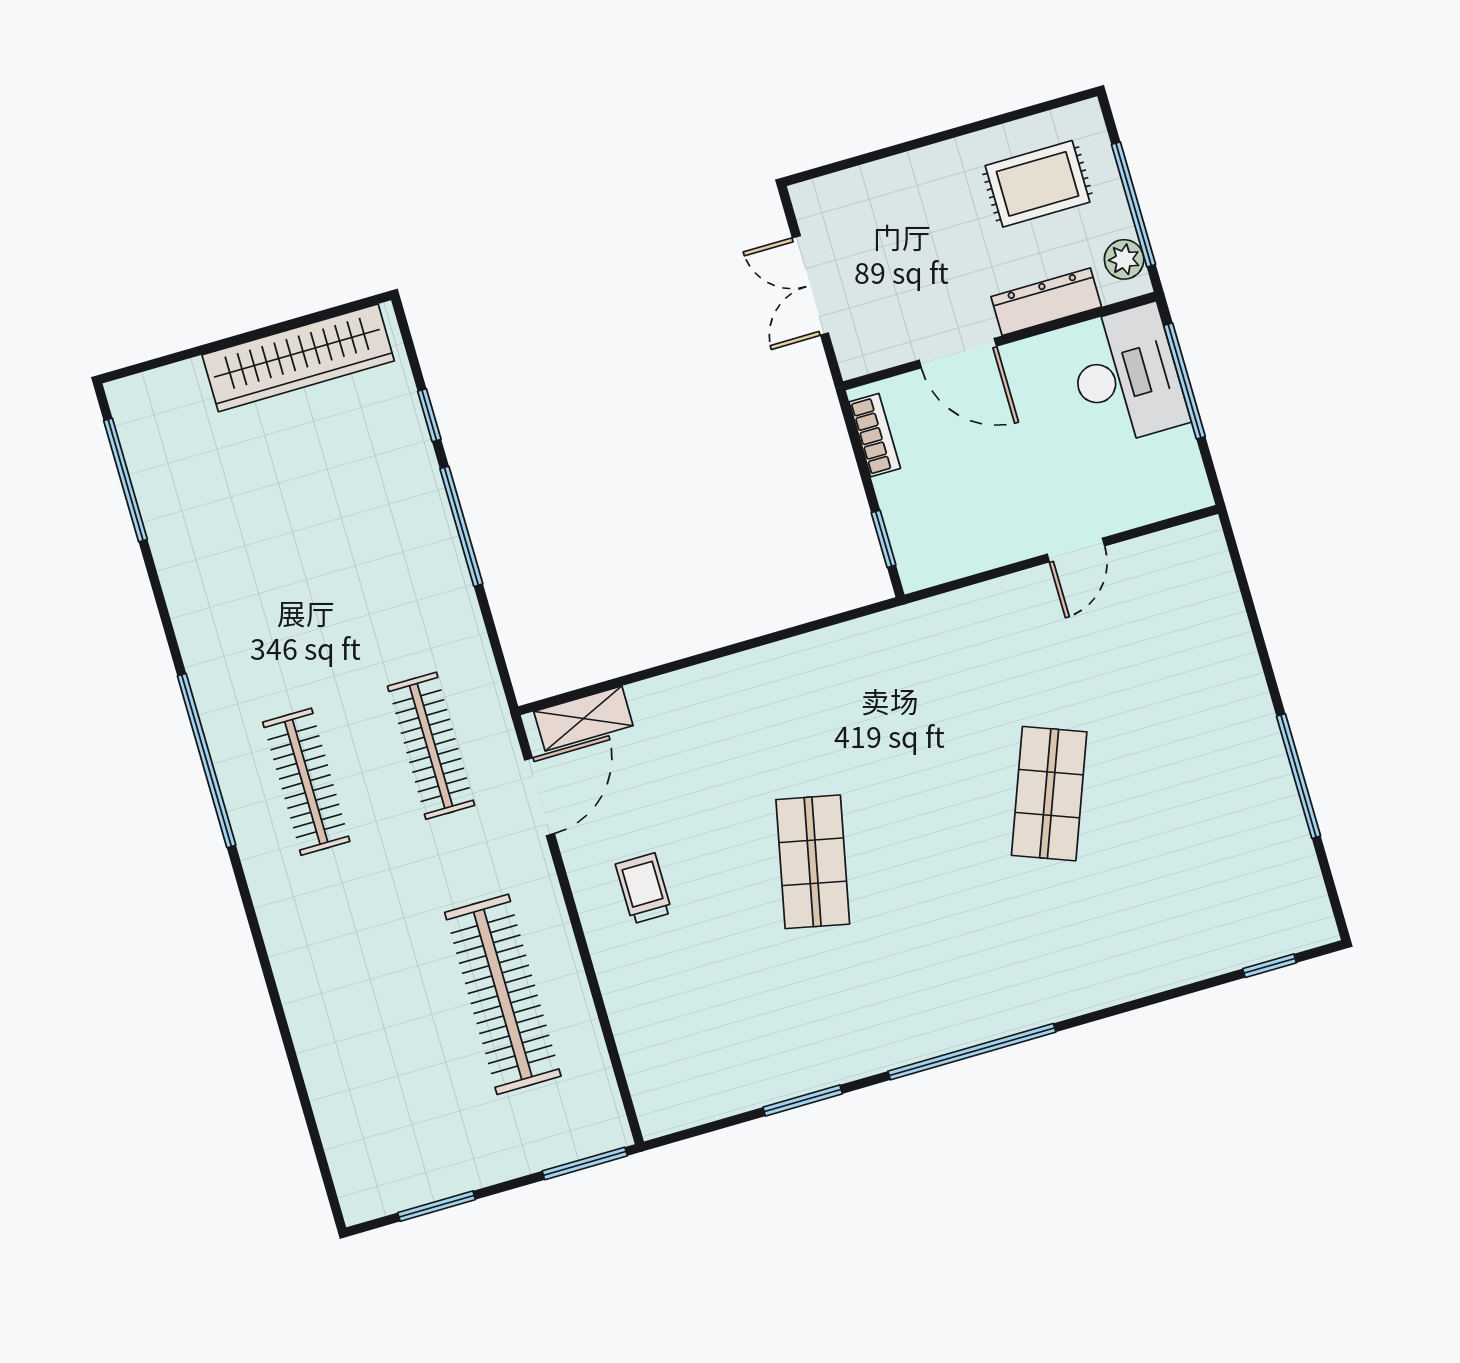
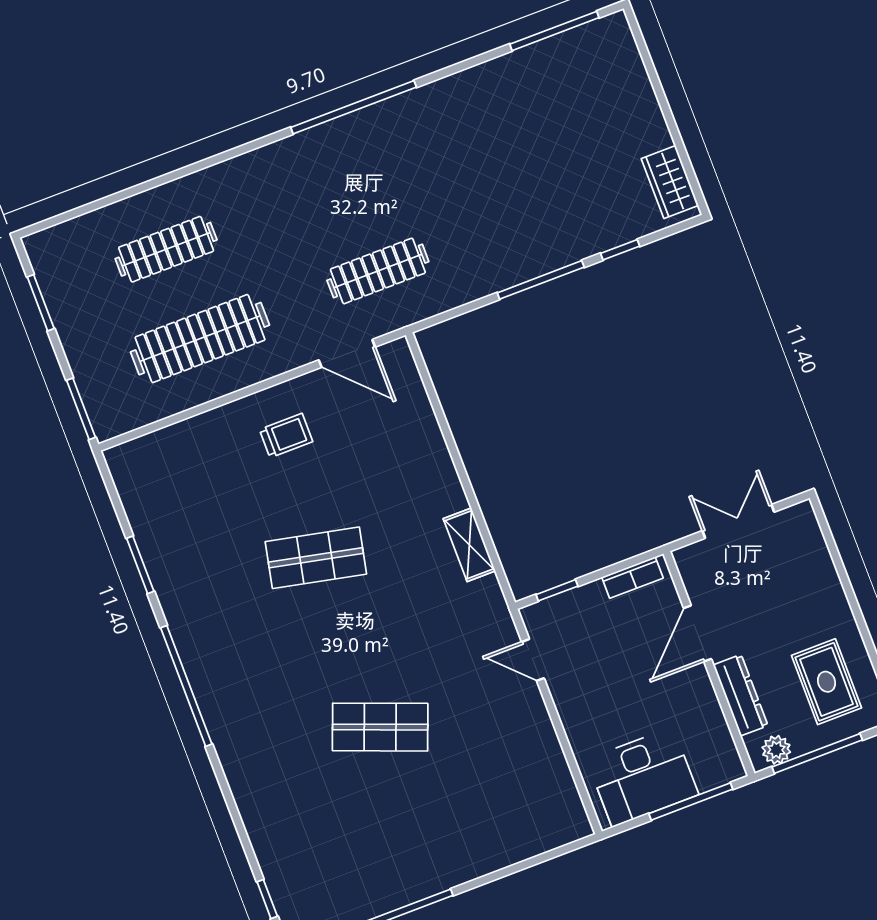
wardrobe: (298, 358) -> (670, 182), width x0.48, depth x0.85
desk: (1126, 375) -> (643, 777), moved
door: (1076, 550) -> (533, 660), moved
shelving: (583, 718) -> (469, 545), moved
clothes rail: (306, 782) -> (166, 249), moved

